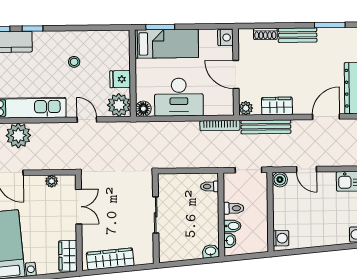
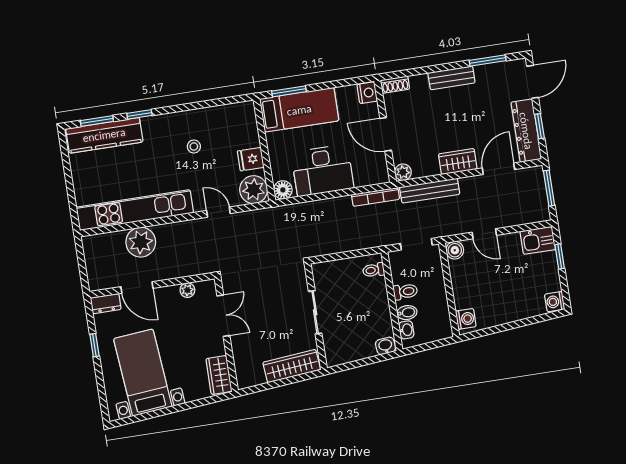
shoe rack: (265, 34) -> (395, 85), moved
wardrobe: (277, 106) -> (458, 161), moved
wardrobe: (110, 259) -> (292, 366), moved

